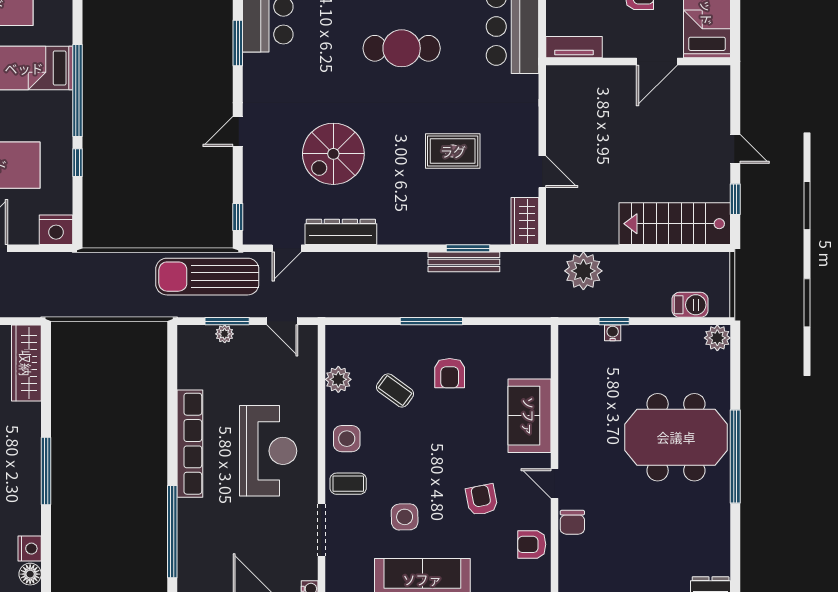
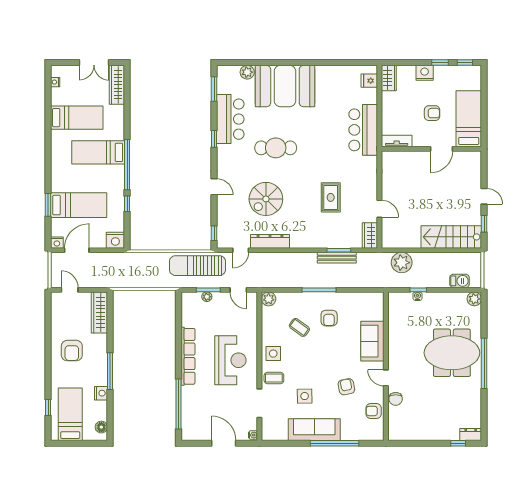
window: (238, 43) -> (214, 139), width x0.67
cafe table: (402, 48) -> (276, 148), moved
door: (238, 131) -> (214, 187), swing flipped
rug: (453, 151) -> (331, 197), turned 90
plant: (338, 379) -> (269, 299), moved
nightstand: (30, 549) -> (101, 393), moved

